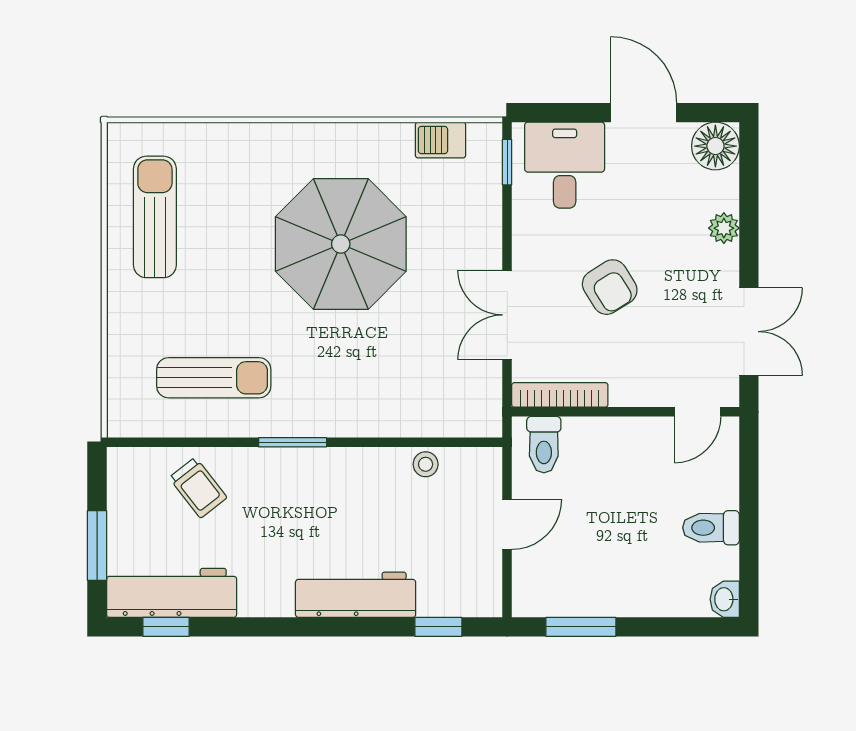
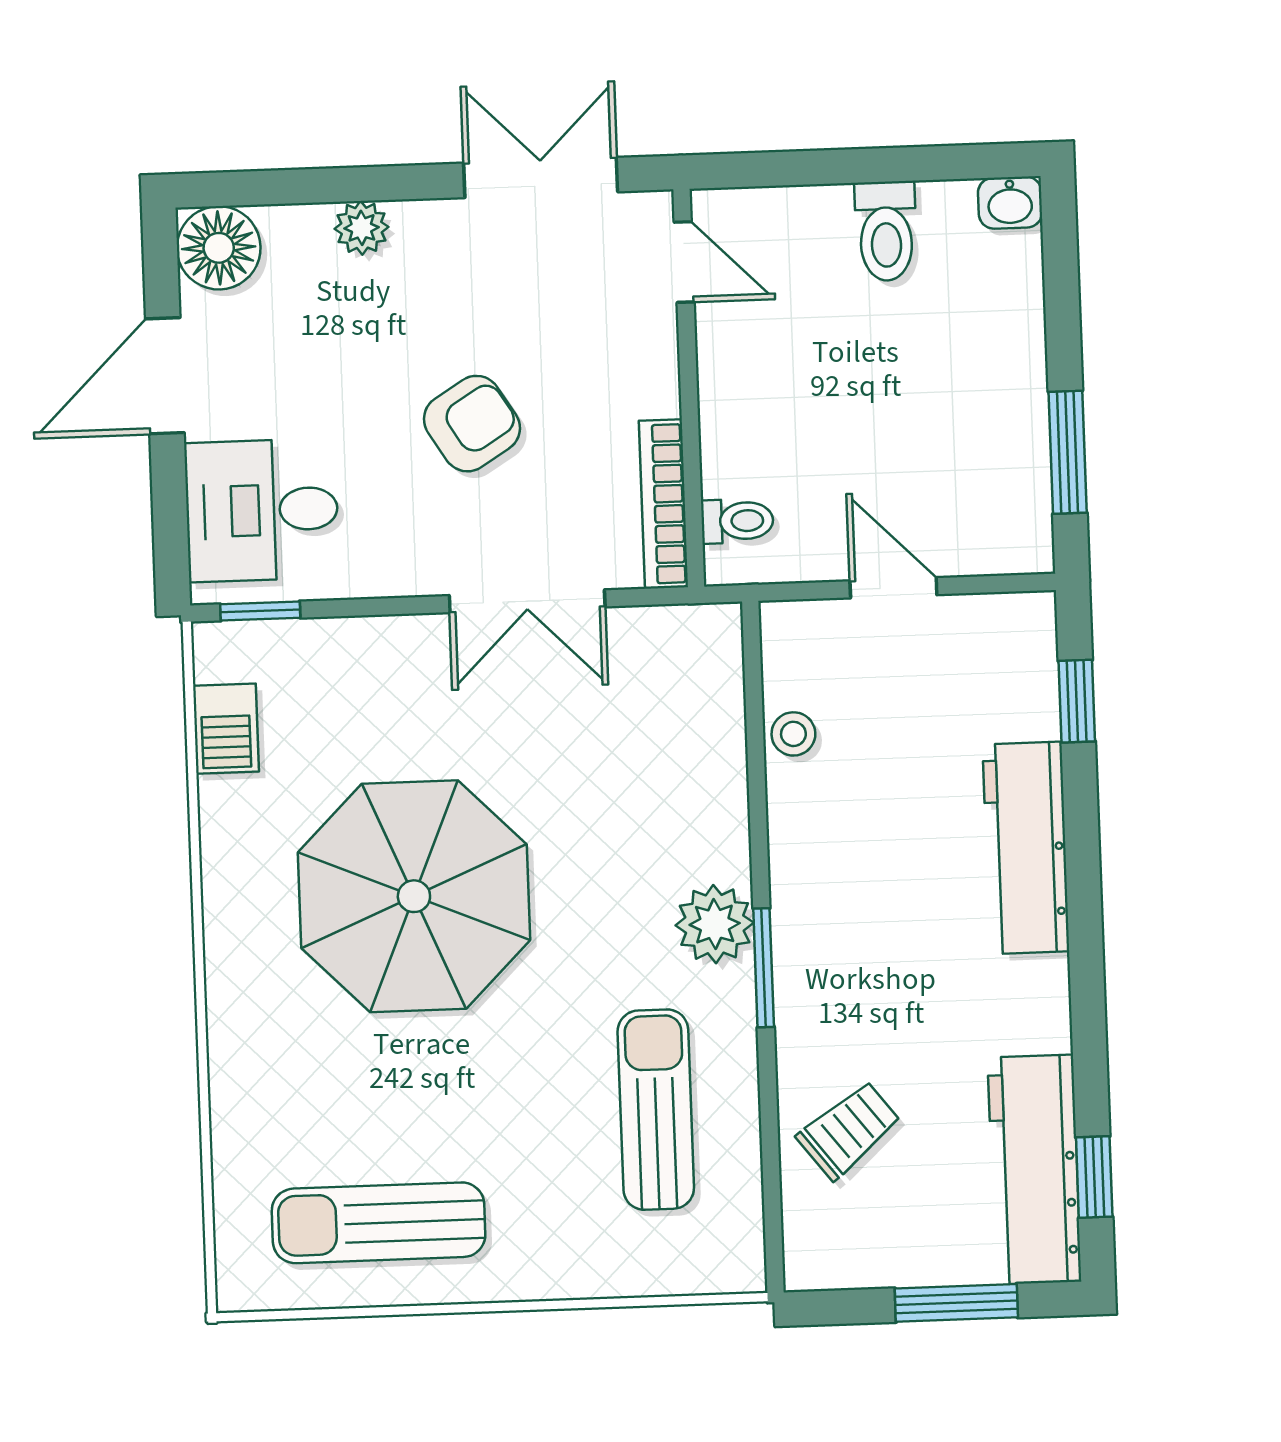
plant: (319, 415) -> (715, 924), added
toilet: (544, 445) -> (737, 521), width x0.73, depth x0.72

